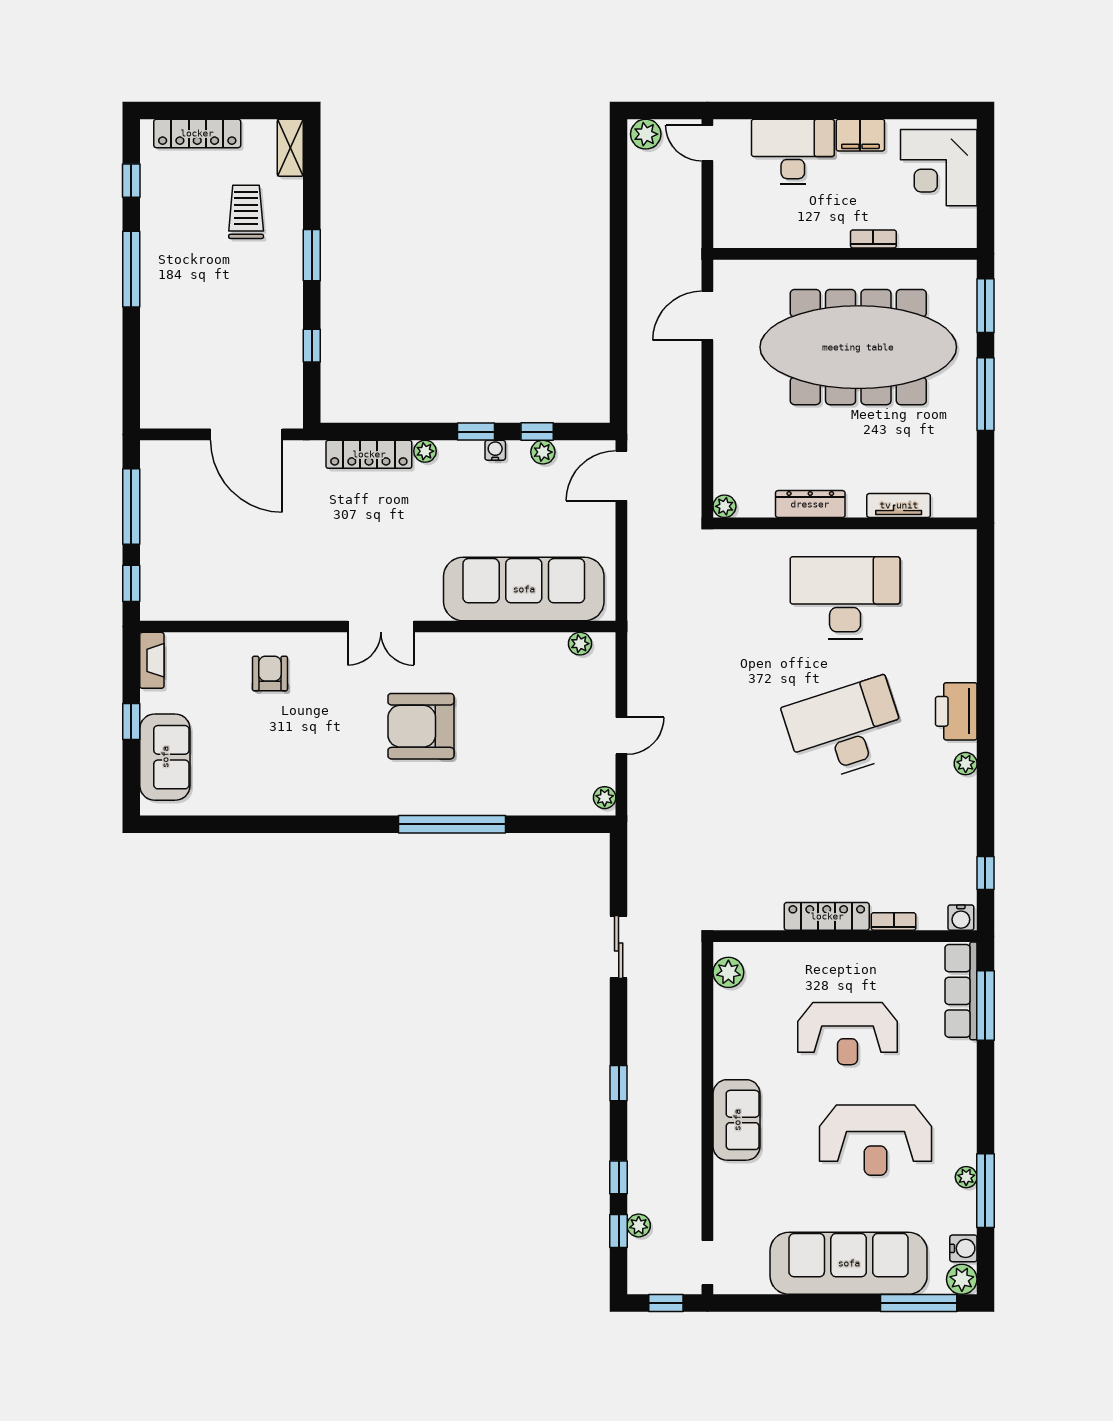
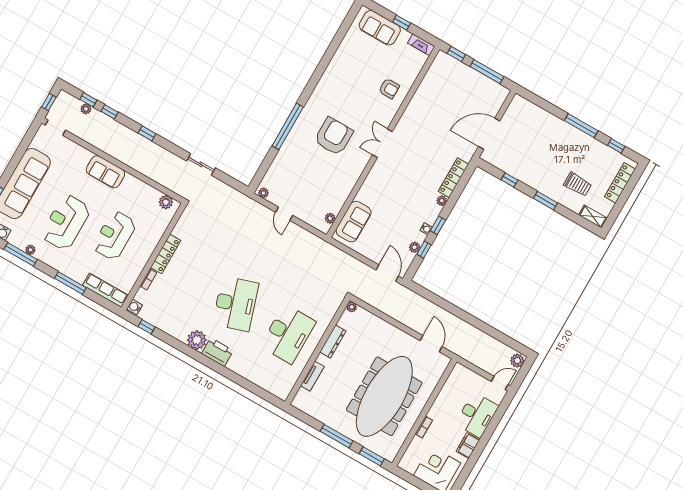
sofa: (524, 589) -> (354, 222), width x0.54, depth x0.79
plant: (966, 764) -> (197, 340), width x1.88, depth x1.88
window: (985, 1006) -> (70, 283), moved

